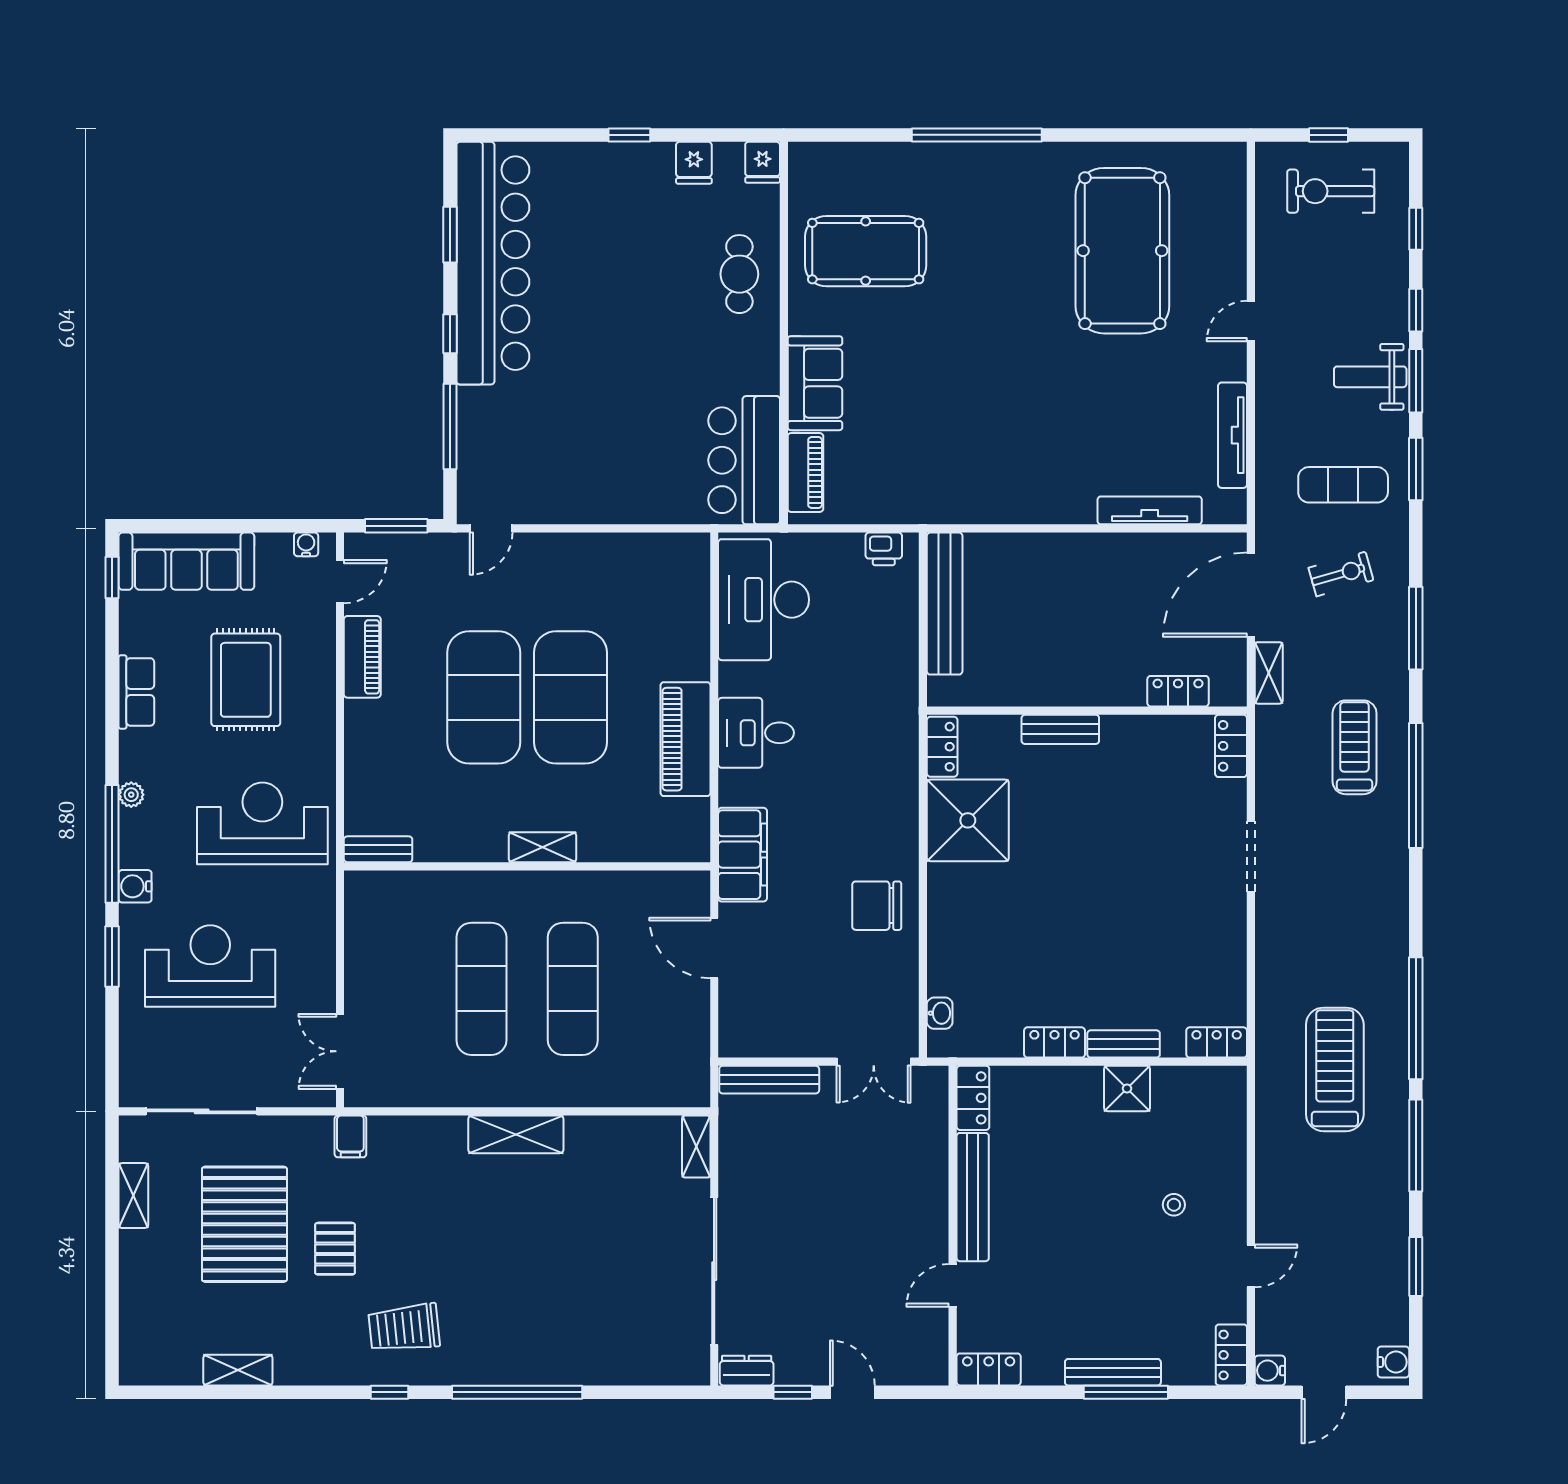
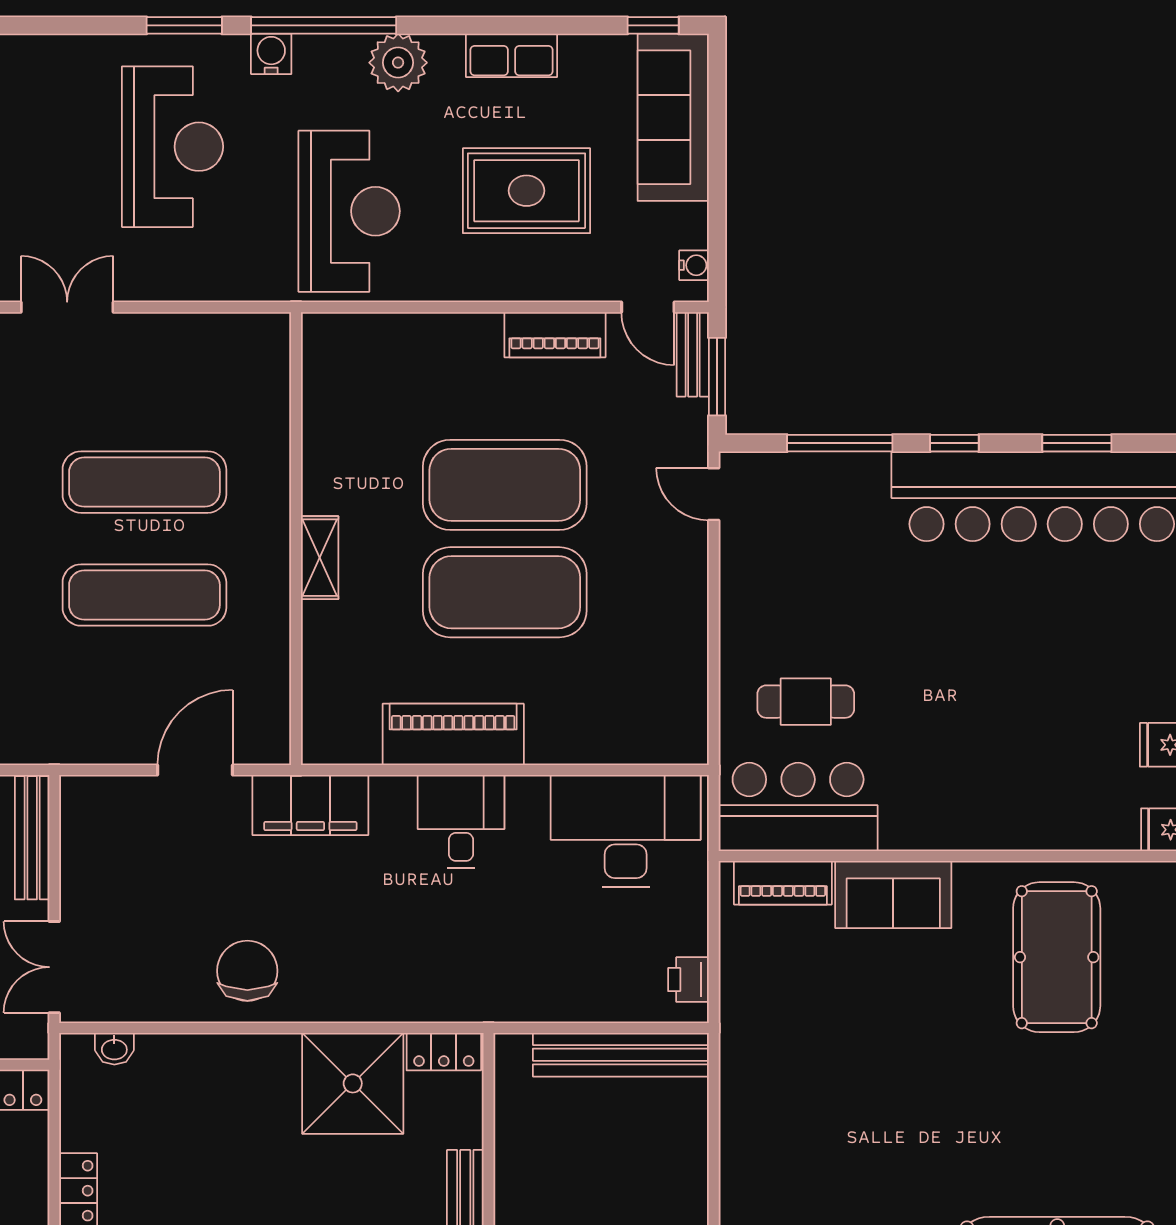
cafe table: (739, 274) -> (806, 702), moved
plant: (131, 795) -> (398, 63), width x1.88, depth x1.88
bench: (378, 849) -> (693, 354), moved

